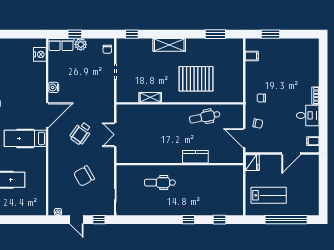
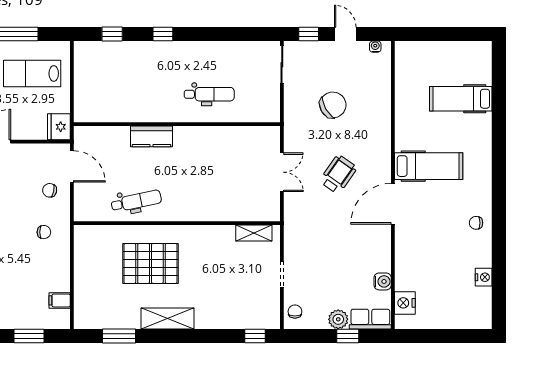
shelving: (169, 45) -> (167, 318), moved
water cooler: (53, 87) -> (383, 281), moved
shelving: (150, 97) -> (254, 233), moved

